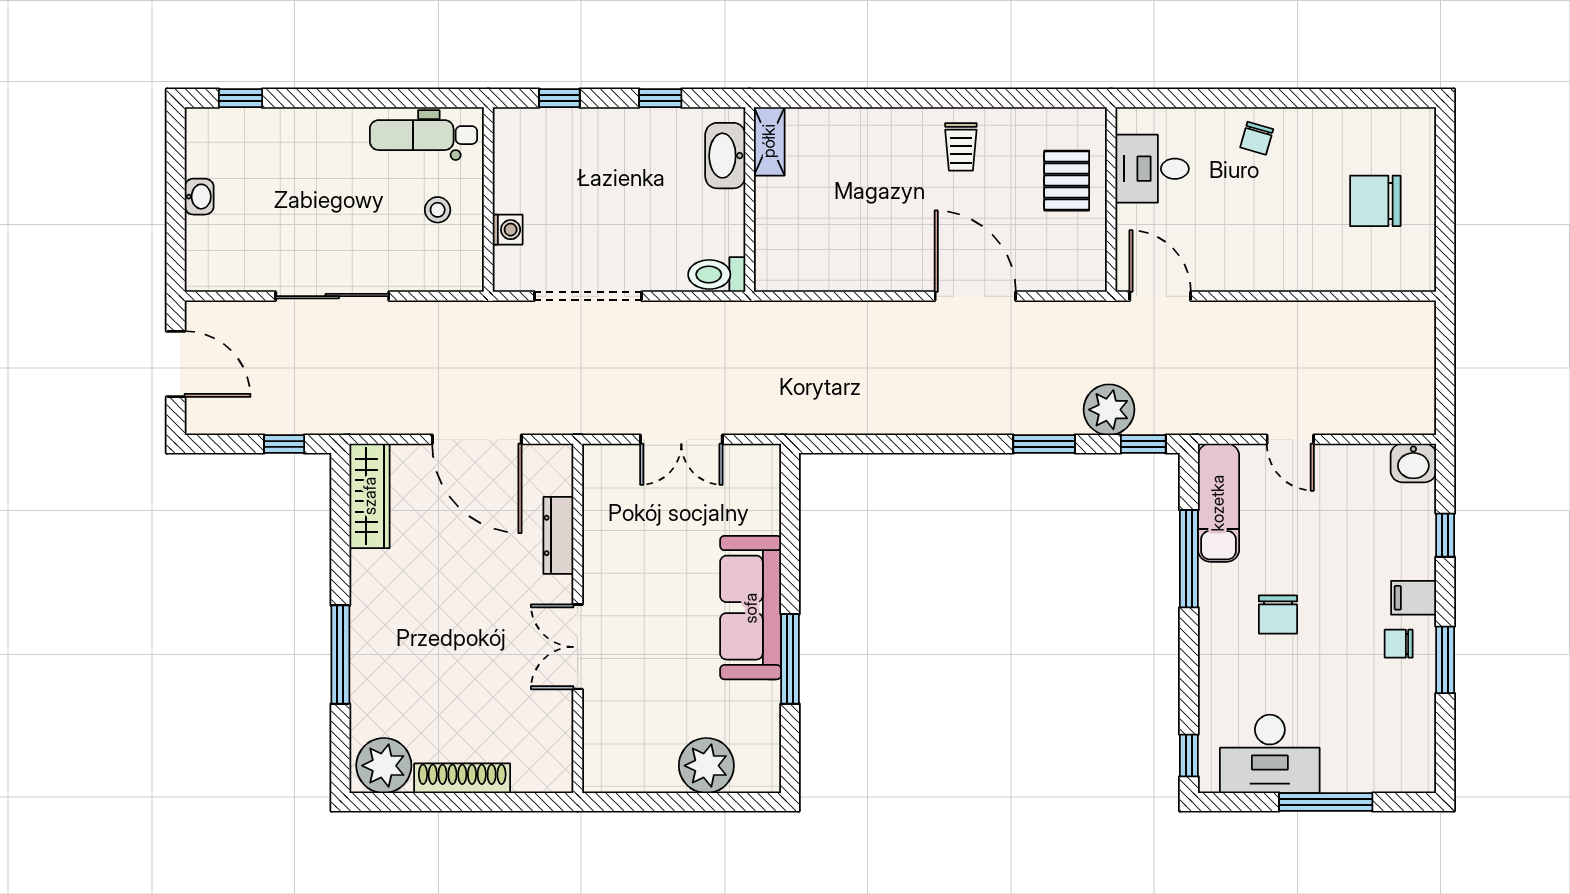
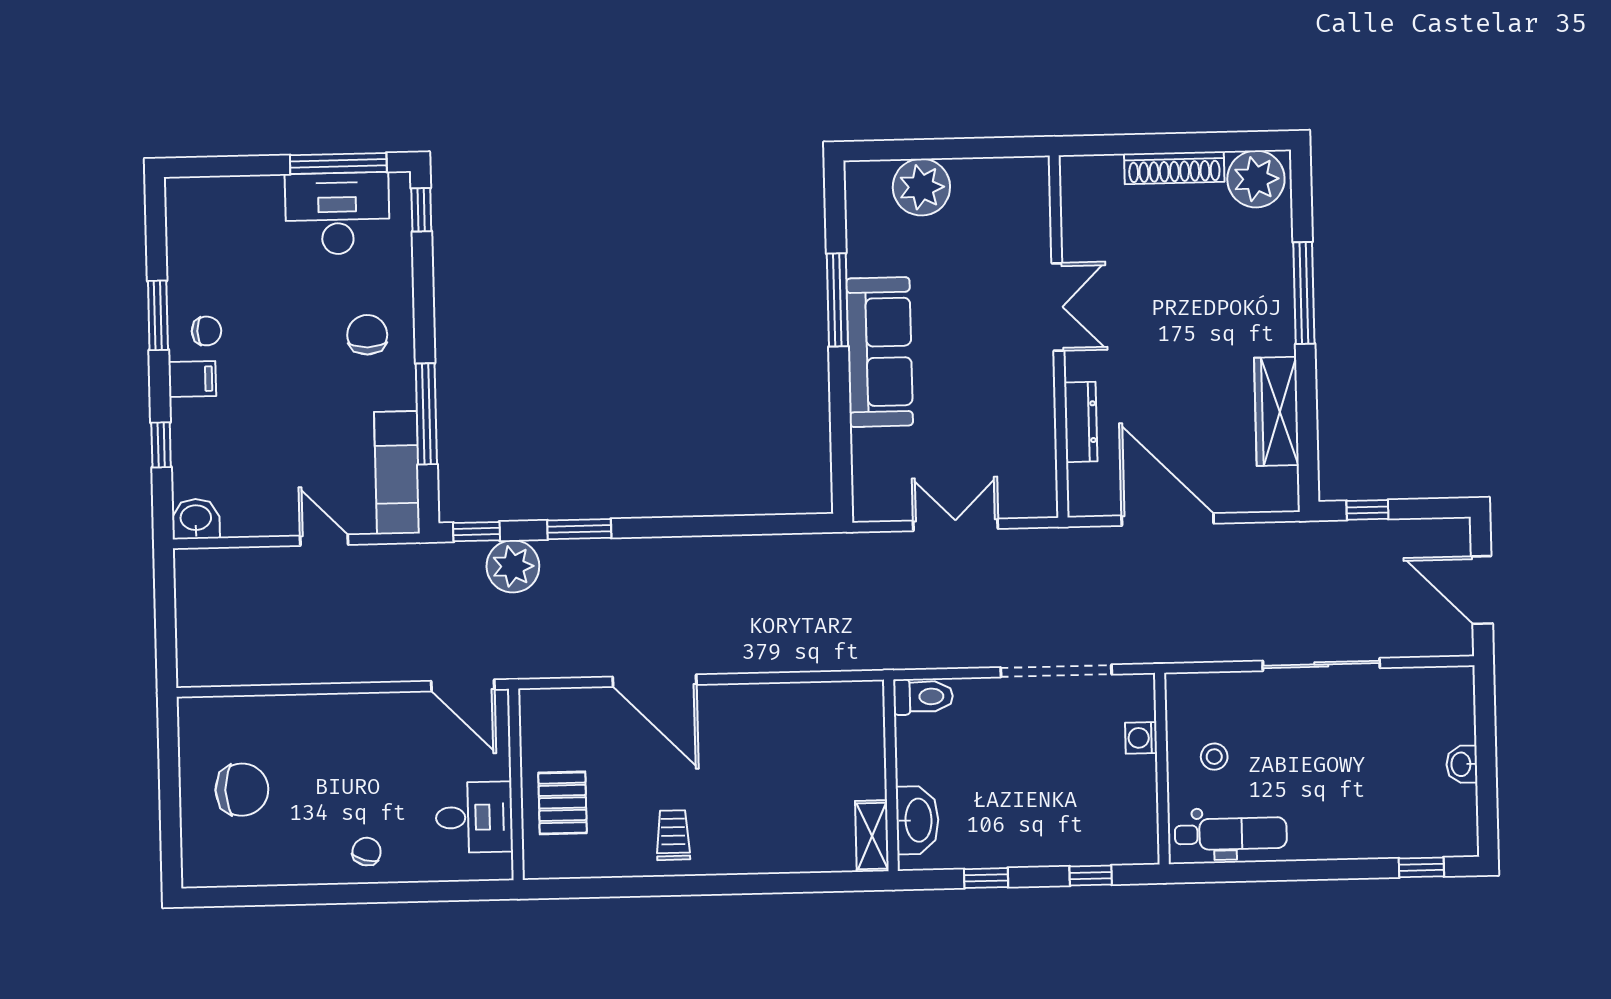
wardrobe: (370, 496) -> (1276, 411), moved
chair: (1278, 614) -> (367, 335), moved
window: (1326, 802) -> (338, 164), moved

